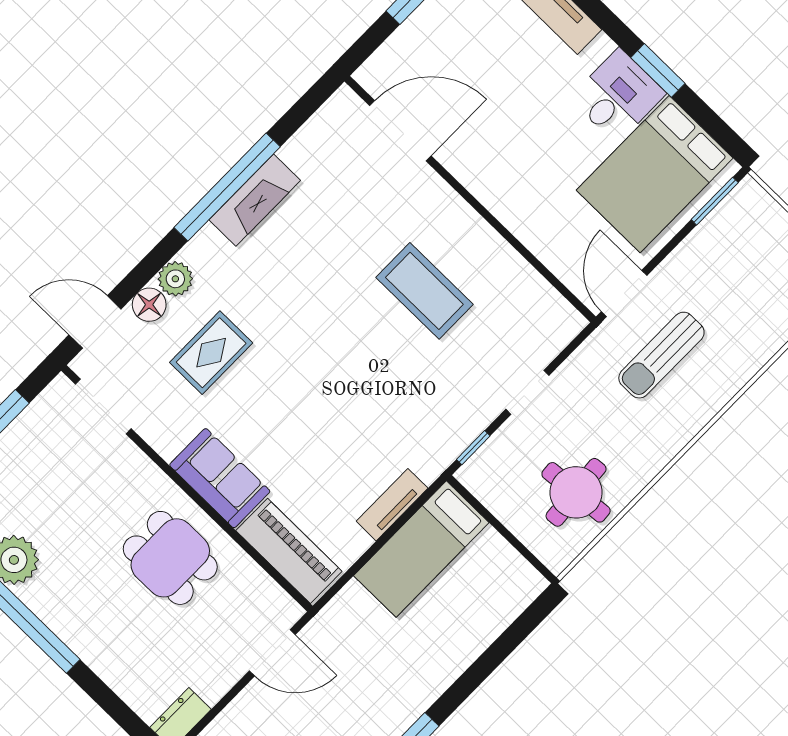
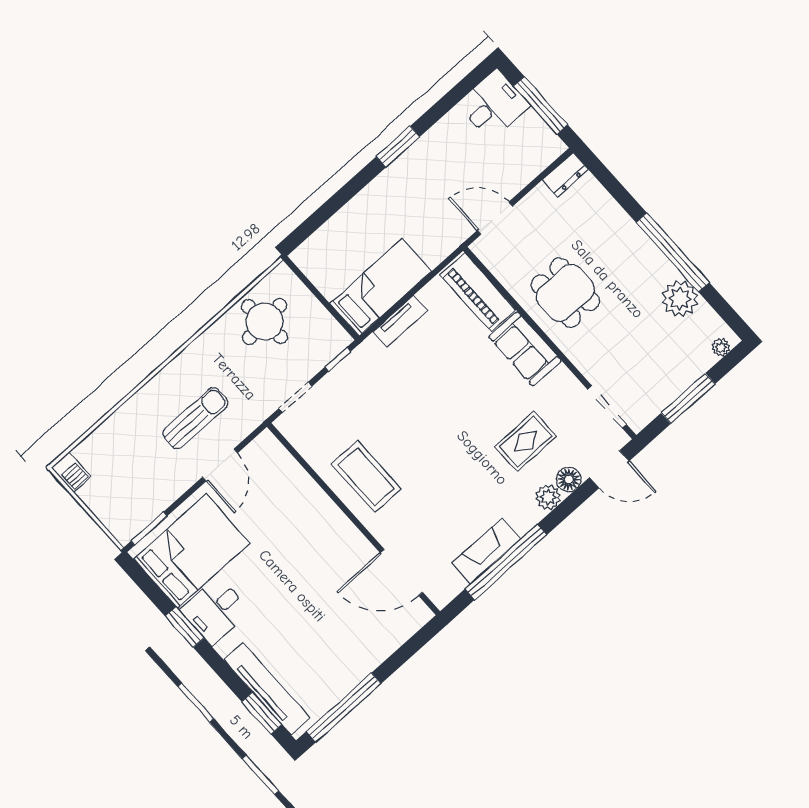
door: (400, 131) -> (401, 572), moved
wall: (470, 199) -> (353, 519), moved

